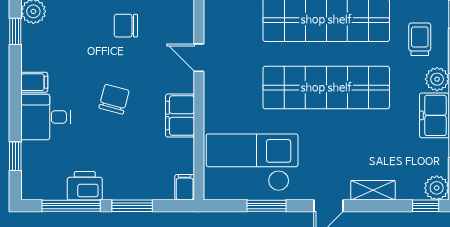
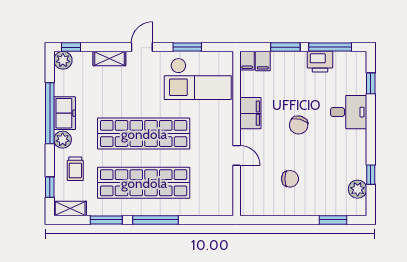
filing cabinet: (34, 82) -> (263, 61), moved, turned -90

